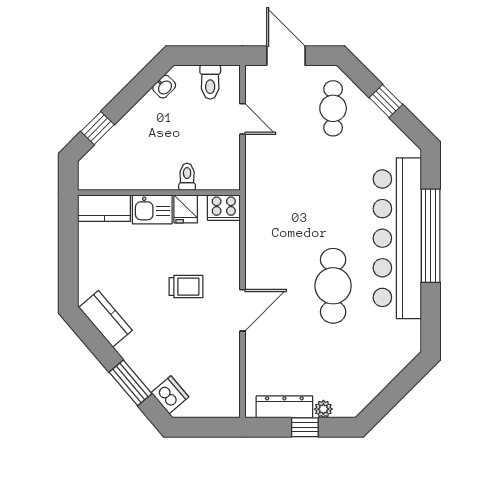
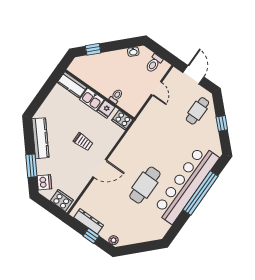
kitchen counter: (105, 319) -> (40, 138), width x1.50
cooker: (218, 404) -> (62, 200), added
plant: (323, 409) -> (114, 240), moved

